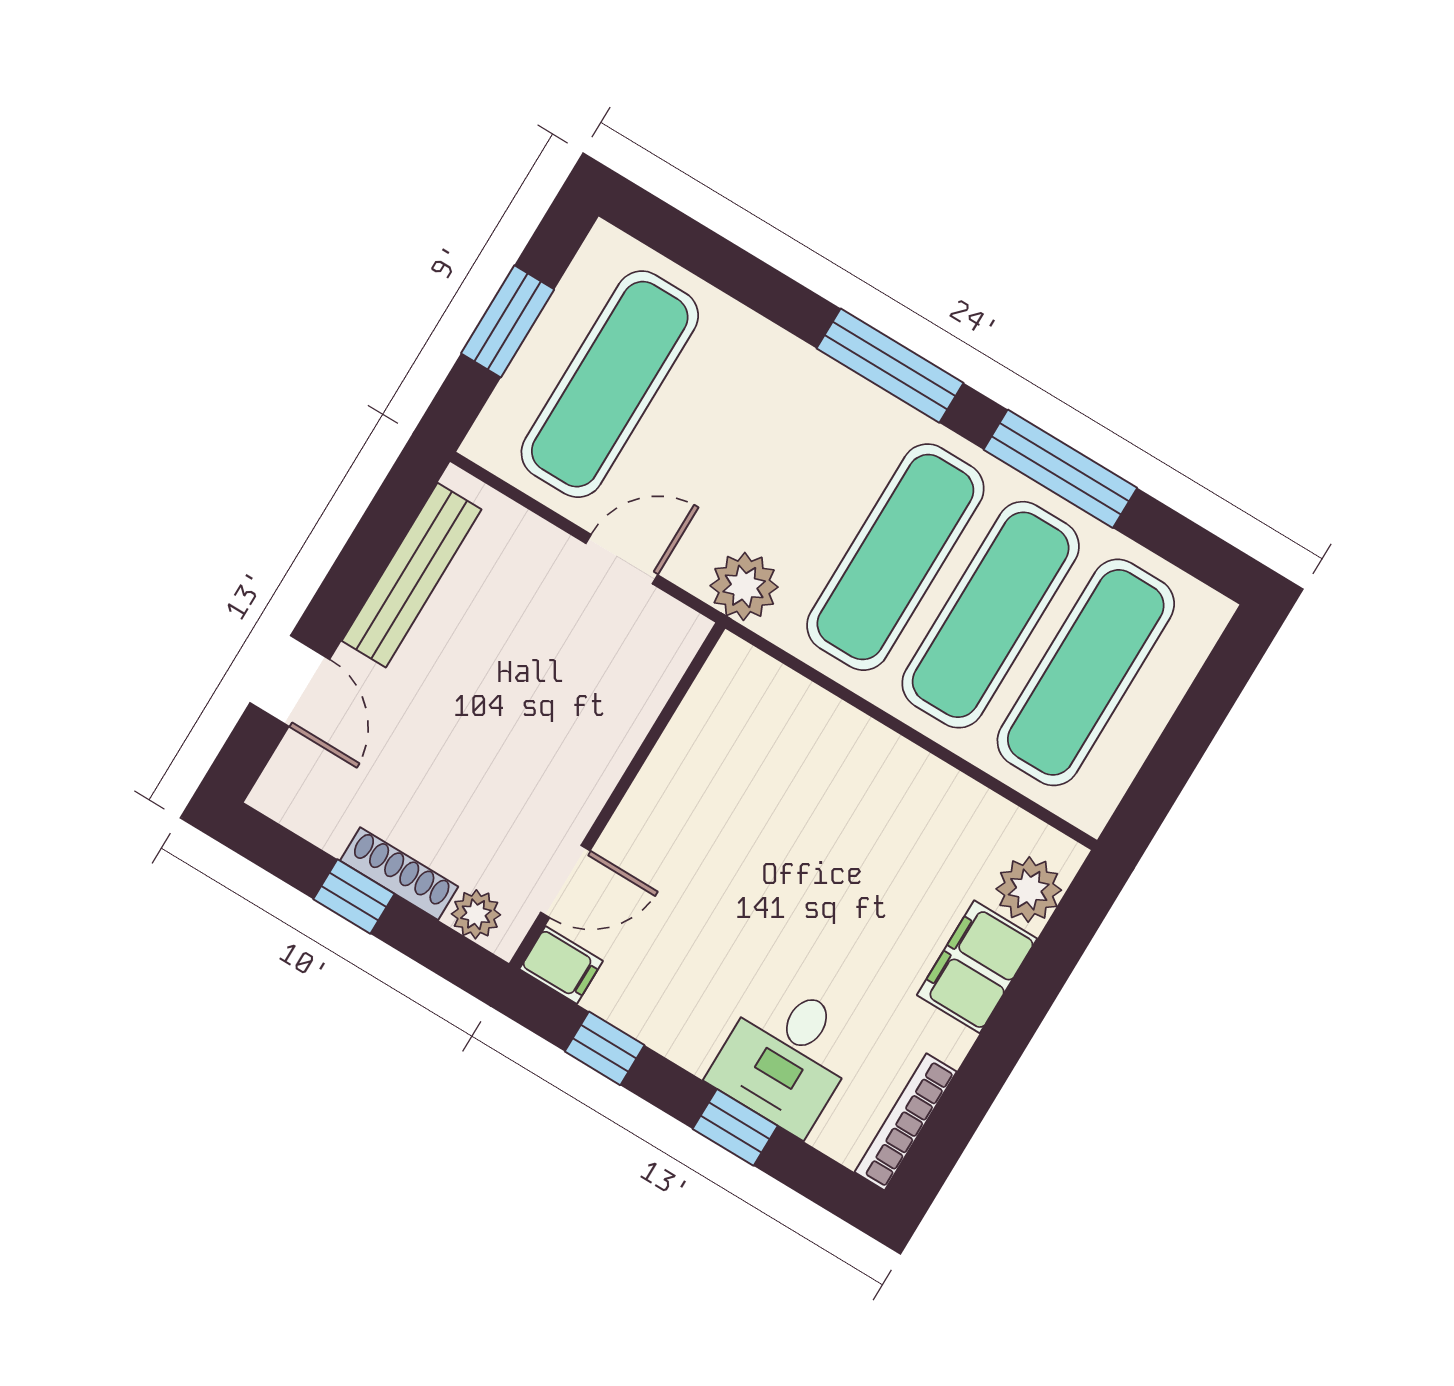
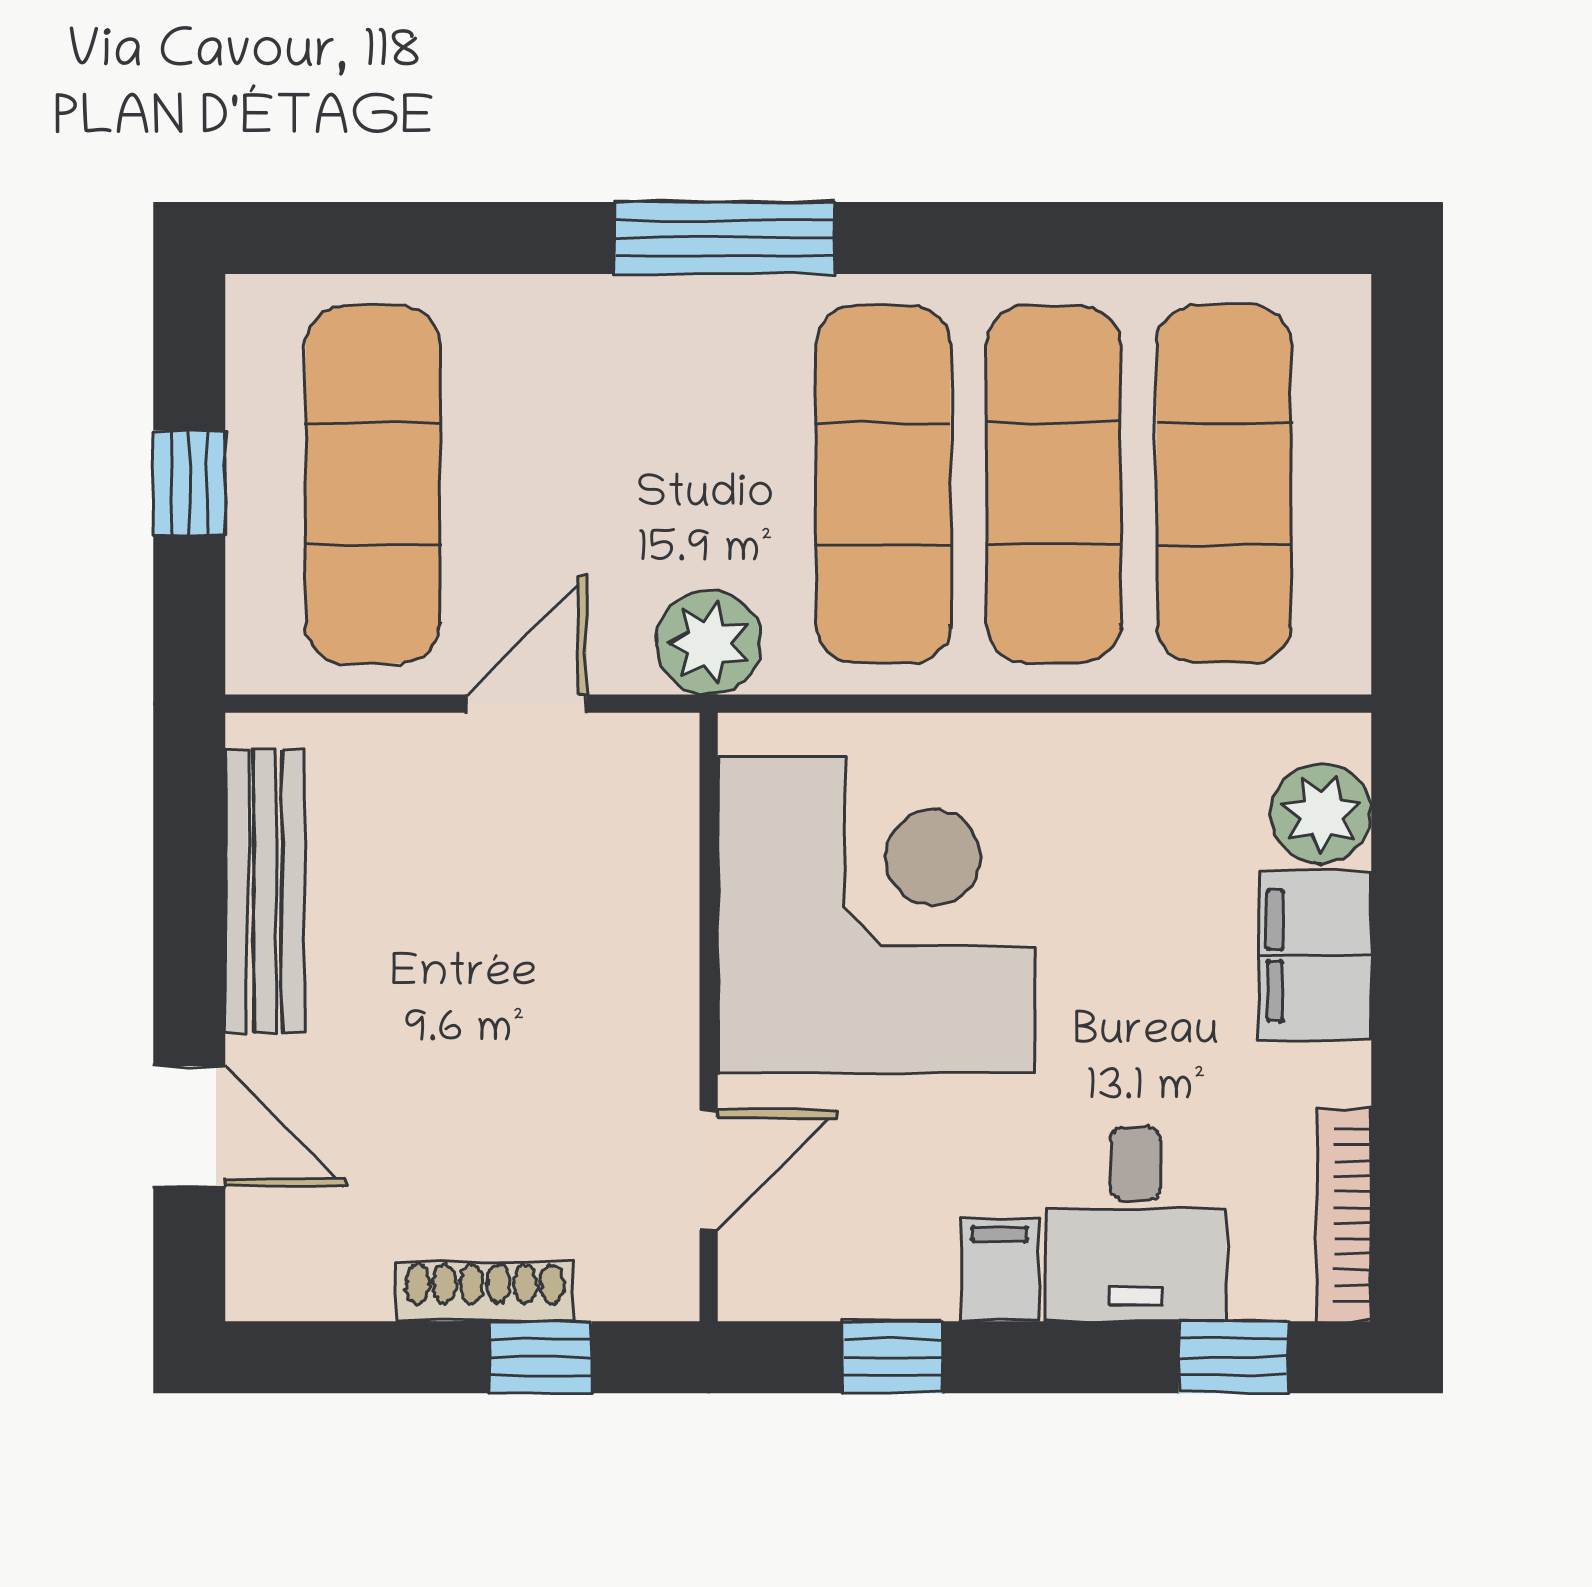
window: (508, 321) -> (189, 483), width x0.67
window: (1060, 469) -> (1029, 238), removed
corner desk: (746, 795) -> (876, 914), added
window: (354, 896) -> (540, 1357), moved
plant: (476, 914) -> (618, 1284), removed
filing cabinet: (561, 965) -> (1000, 1270), moved, turned -90
window: (735, 1127) -> (1233, 1357), moved

